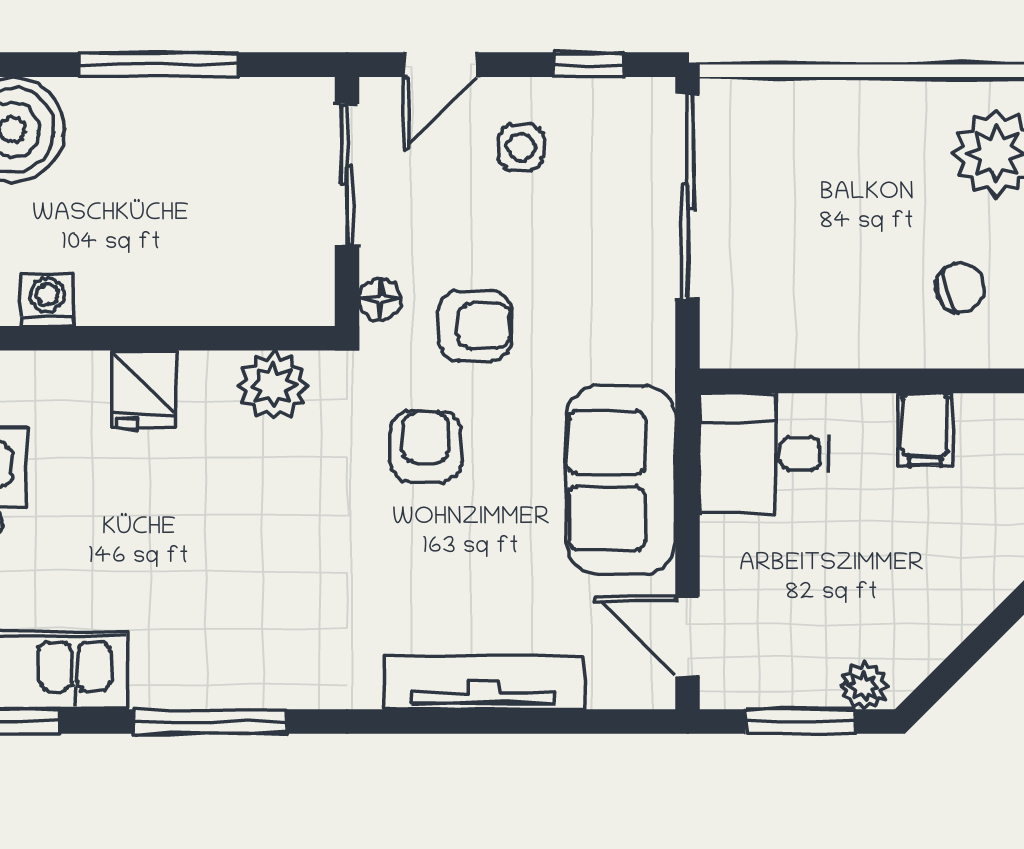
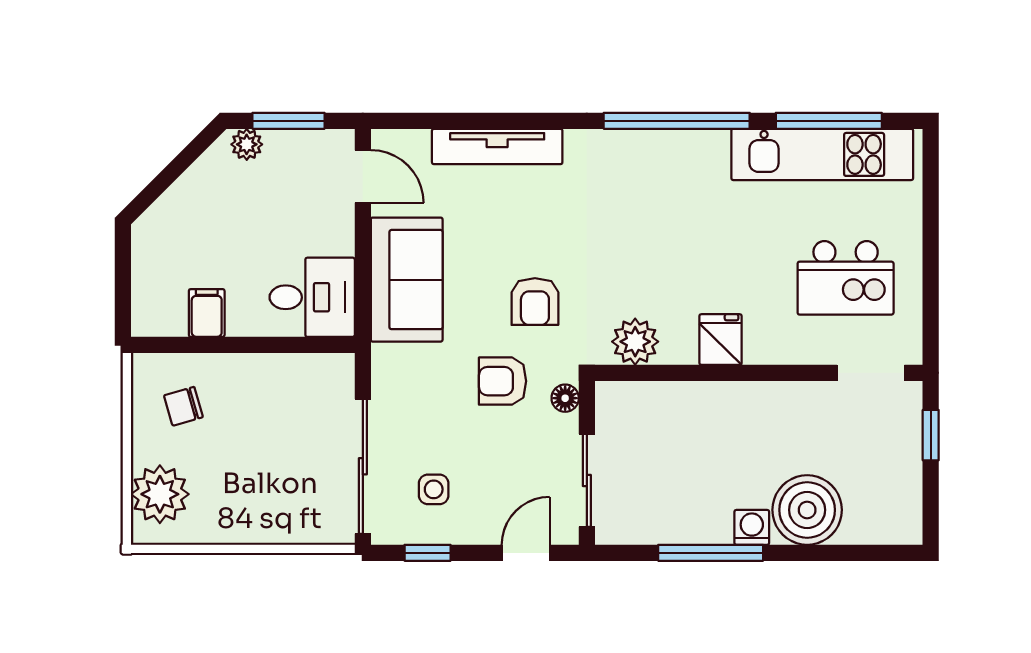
side table: (521, 147) -> (434, 489), moved
washing machine: (47, 300) -> (752, 527), moved, turned 180
window: (210, 721) -> (677, 121), width x1.46

